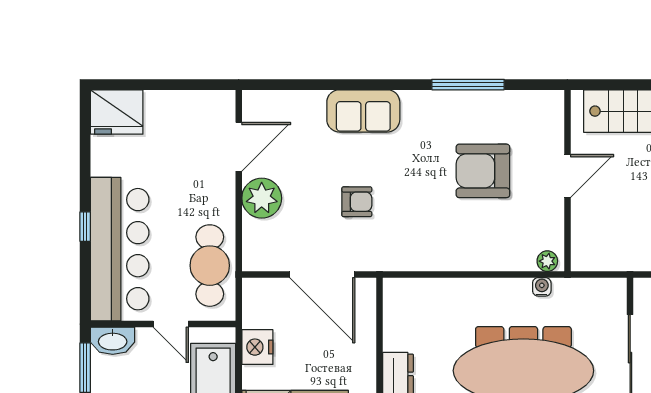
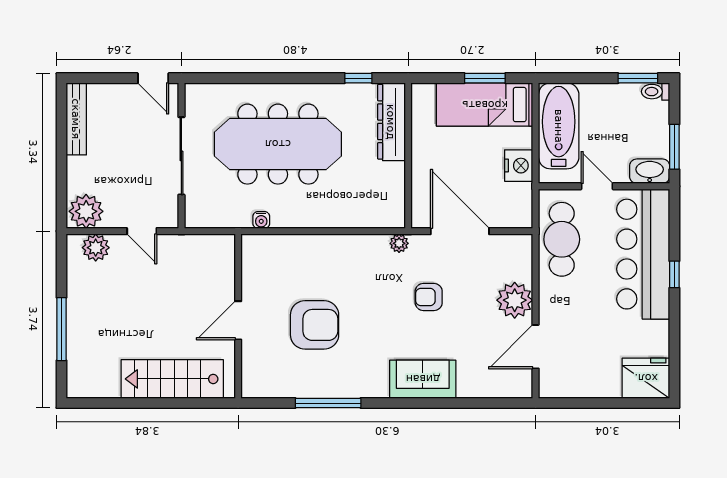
plant: (547, 261) -> (399, 243), moved

